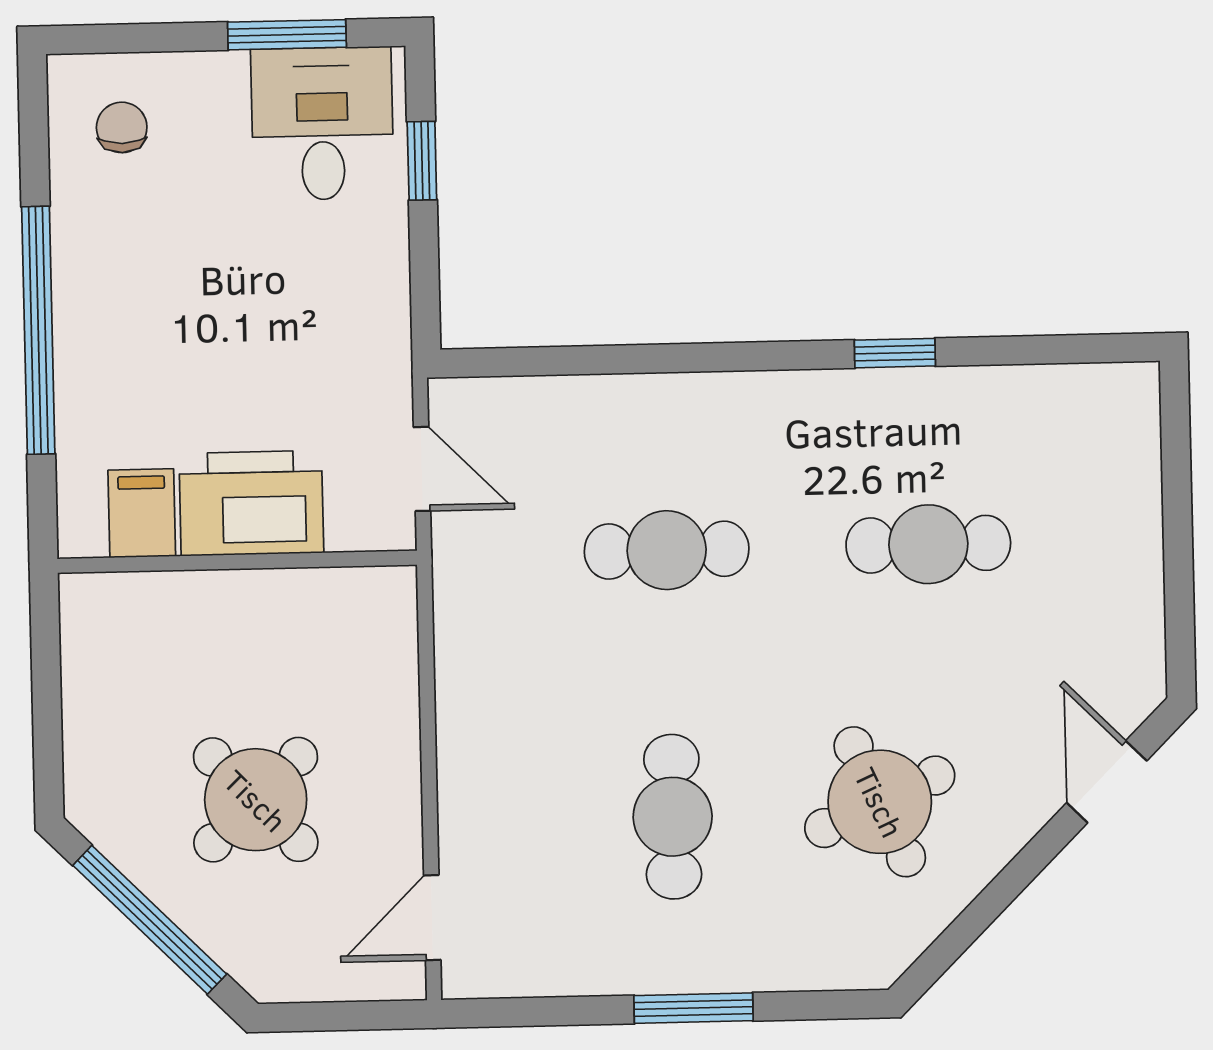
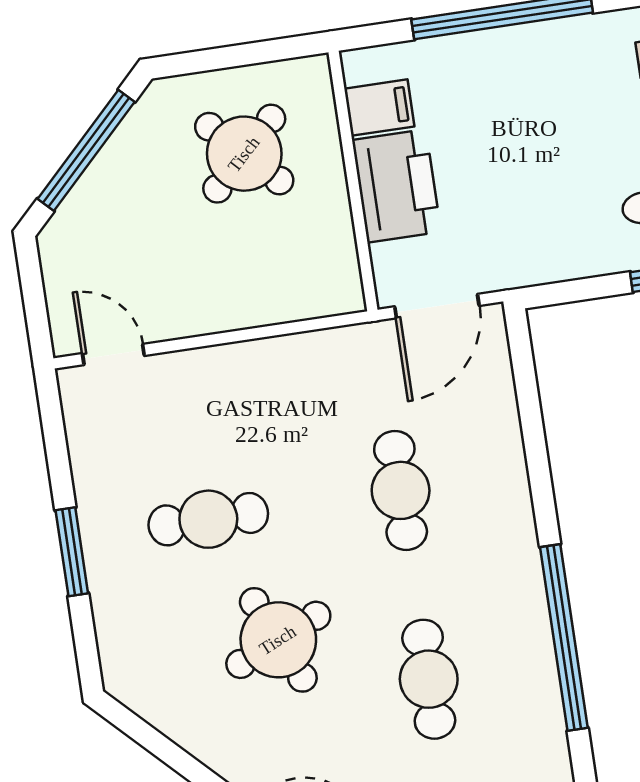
window: (895, 353) -> (564, 637), width x3.17
door: (422, 469) -> (437, 306), width x1.37
round table: (256, 800) -> (244, 154), moved
round table: (880, 802) -> (278, 640), moved

